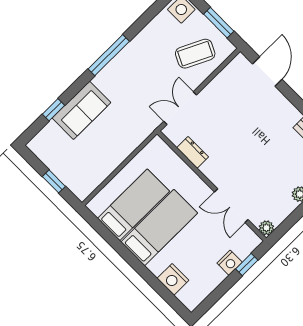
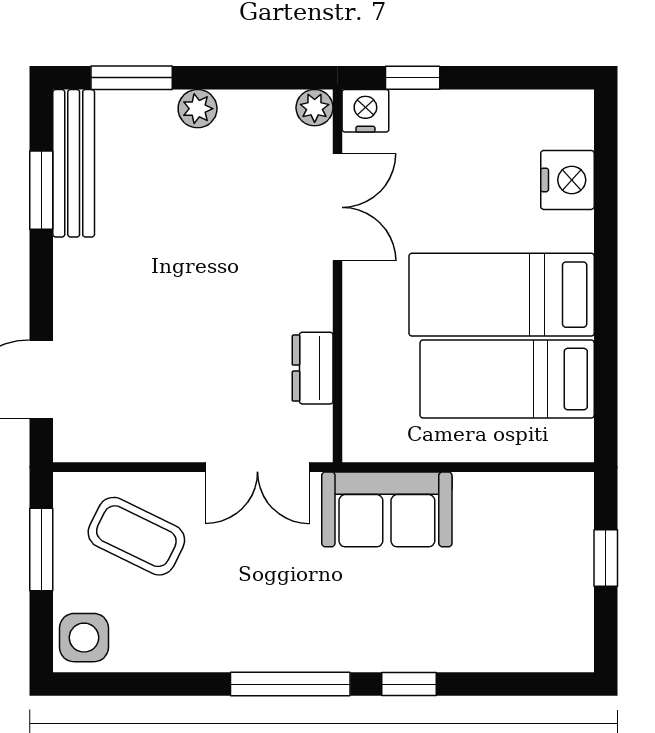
window: (54, 110) -> (409, 684), moved
sofa: (81, 110) -> (387, 509), moved, turned 180
nightstand: (230, 263) -> (365, 111), moved

